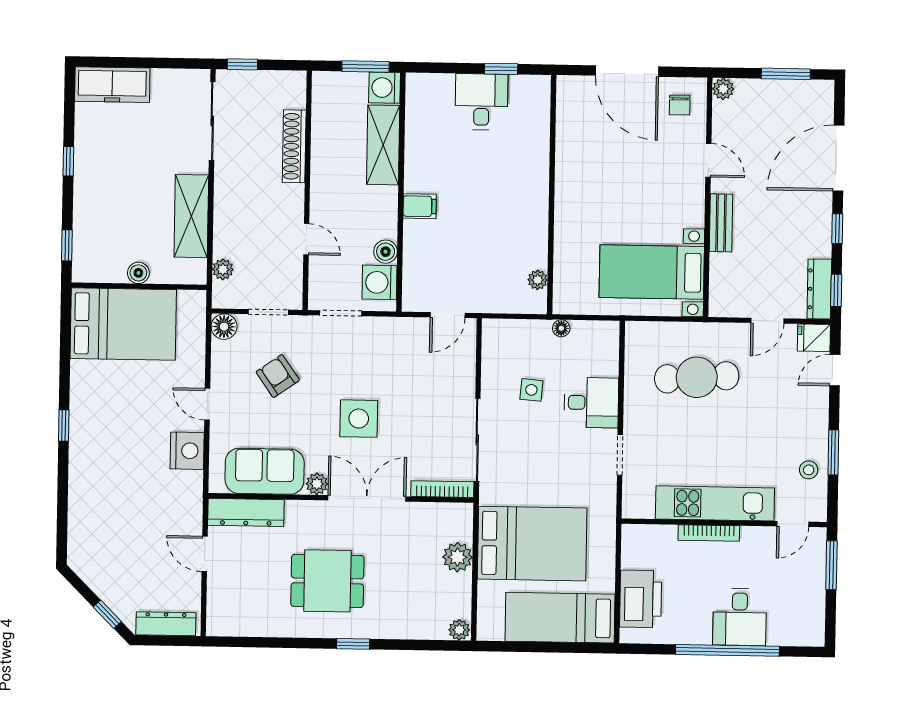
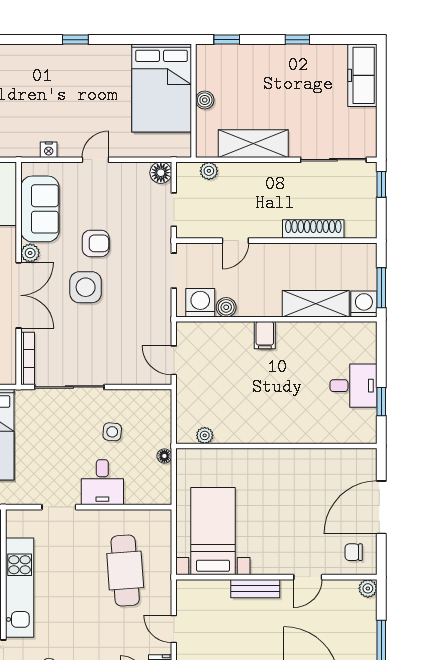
armchair: (278, 376) -> (96, 243), moved, turned 35
nightstand: (187, 451) -> (49, 150), width x0.53, depth x0.56

